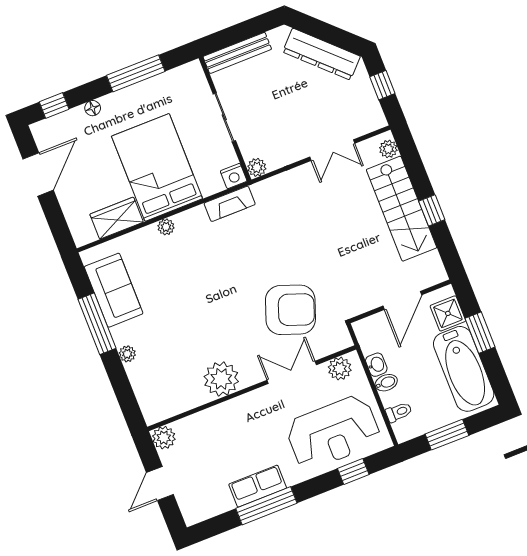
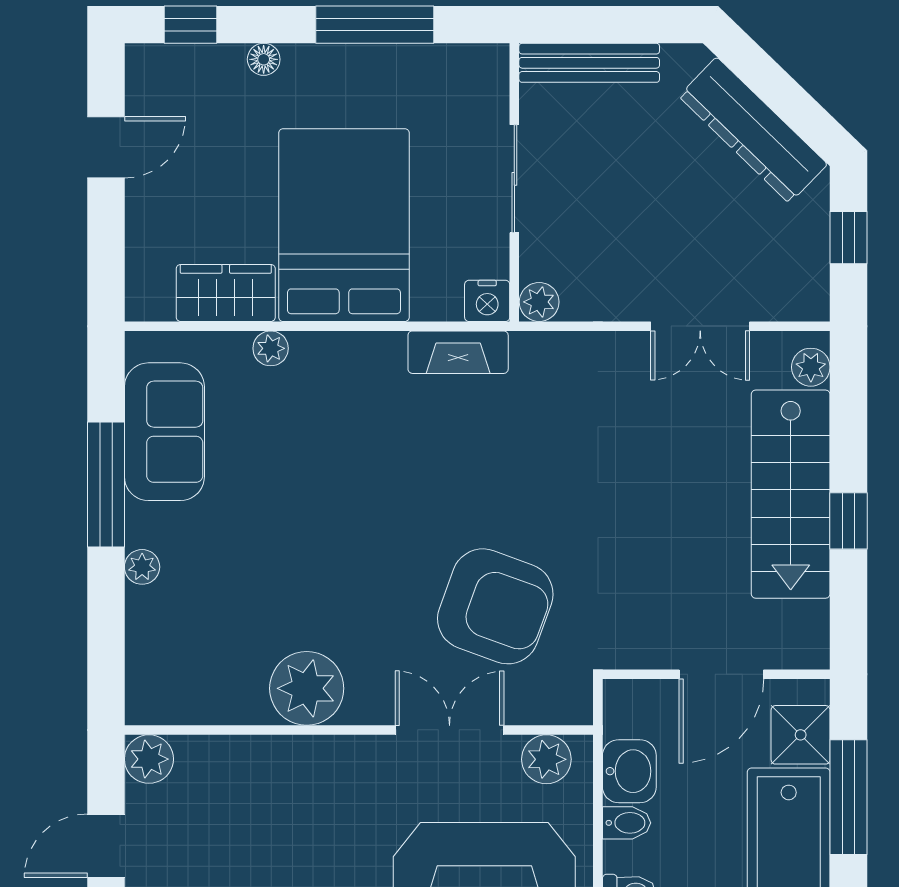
door: (38, 174) -> (106, 147), width x0.73
plant: (166, 227) -> (271, 348), moved
window: (480, 333) -> (848, 797), width x1.44
washbasin: (376, 365) -> (629, 771), width x1.38, depth x1.45

